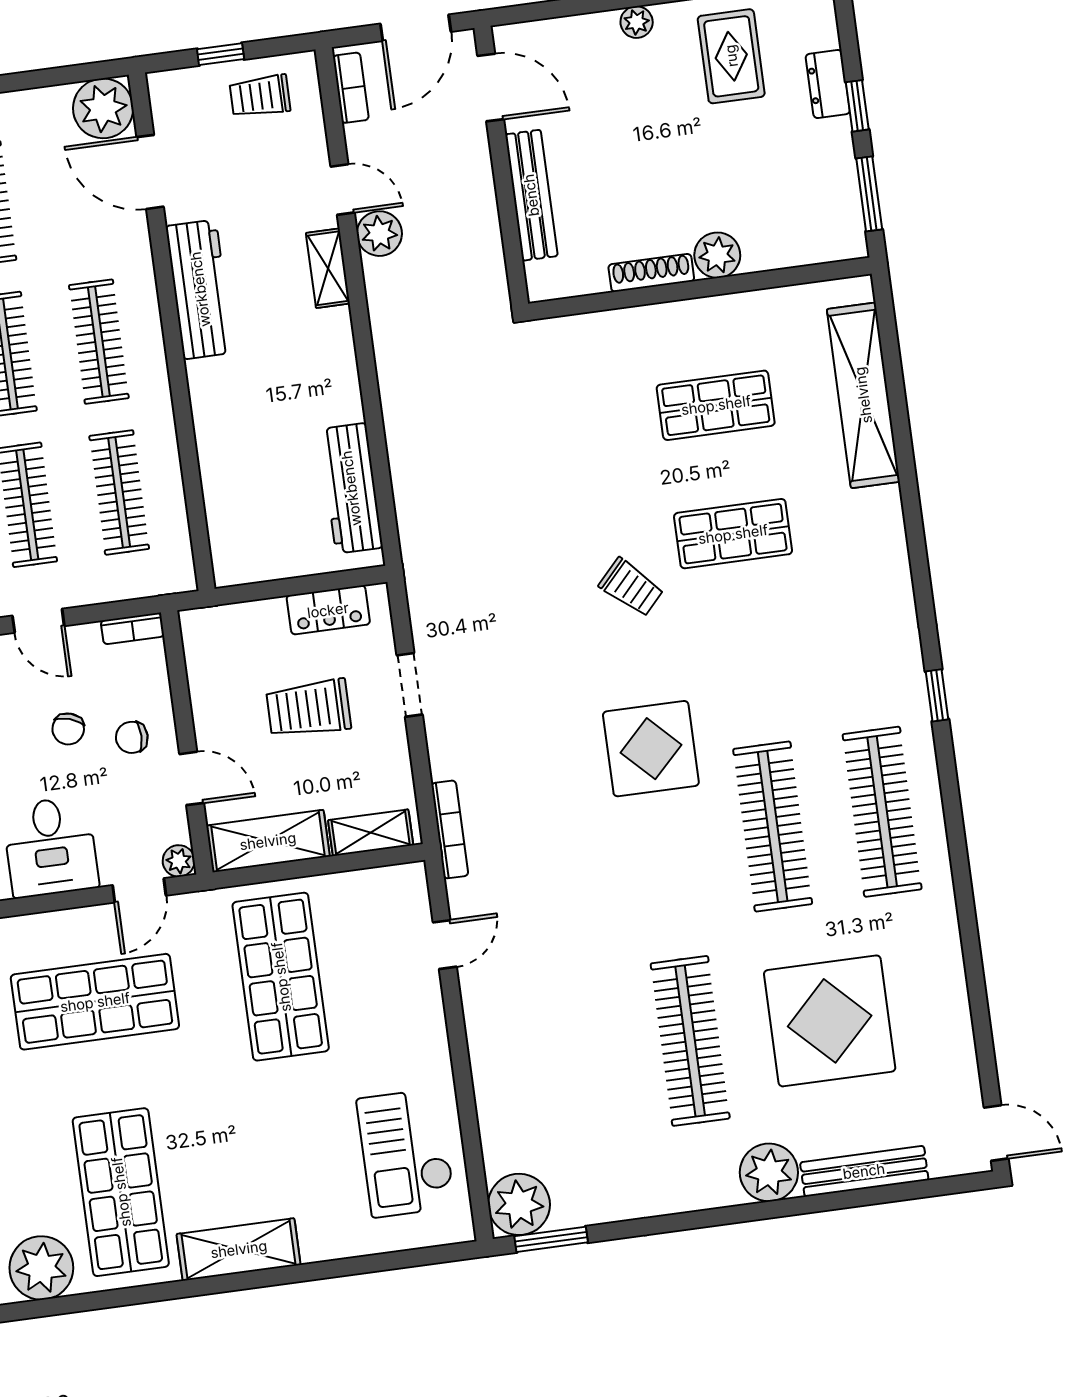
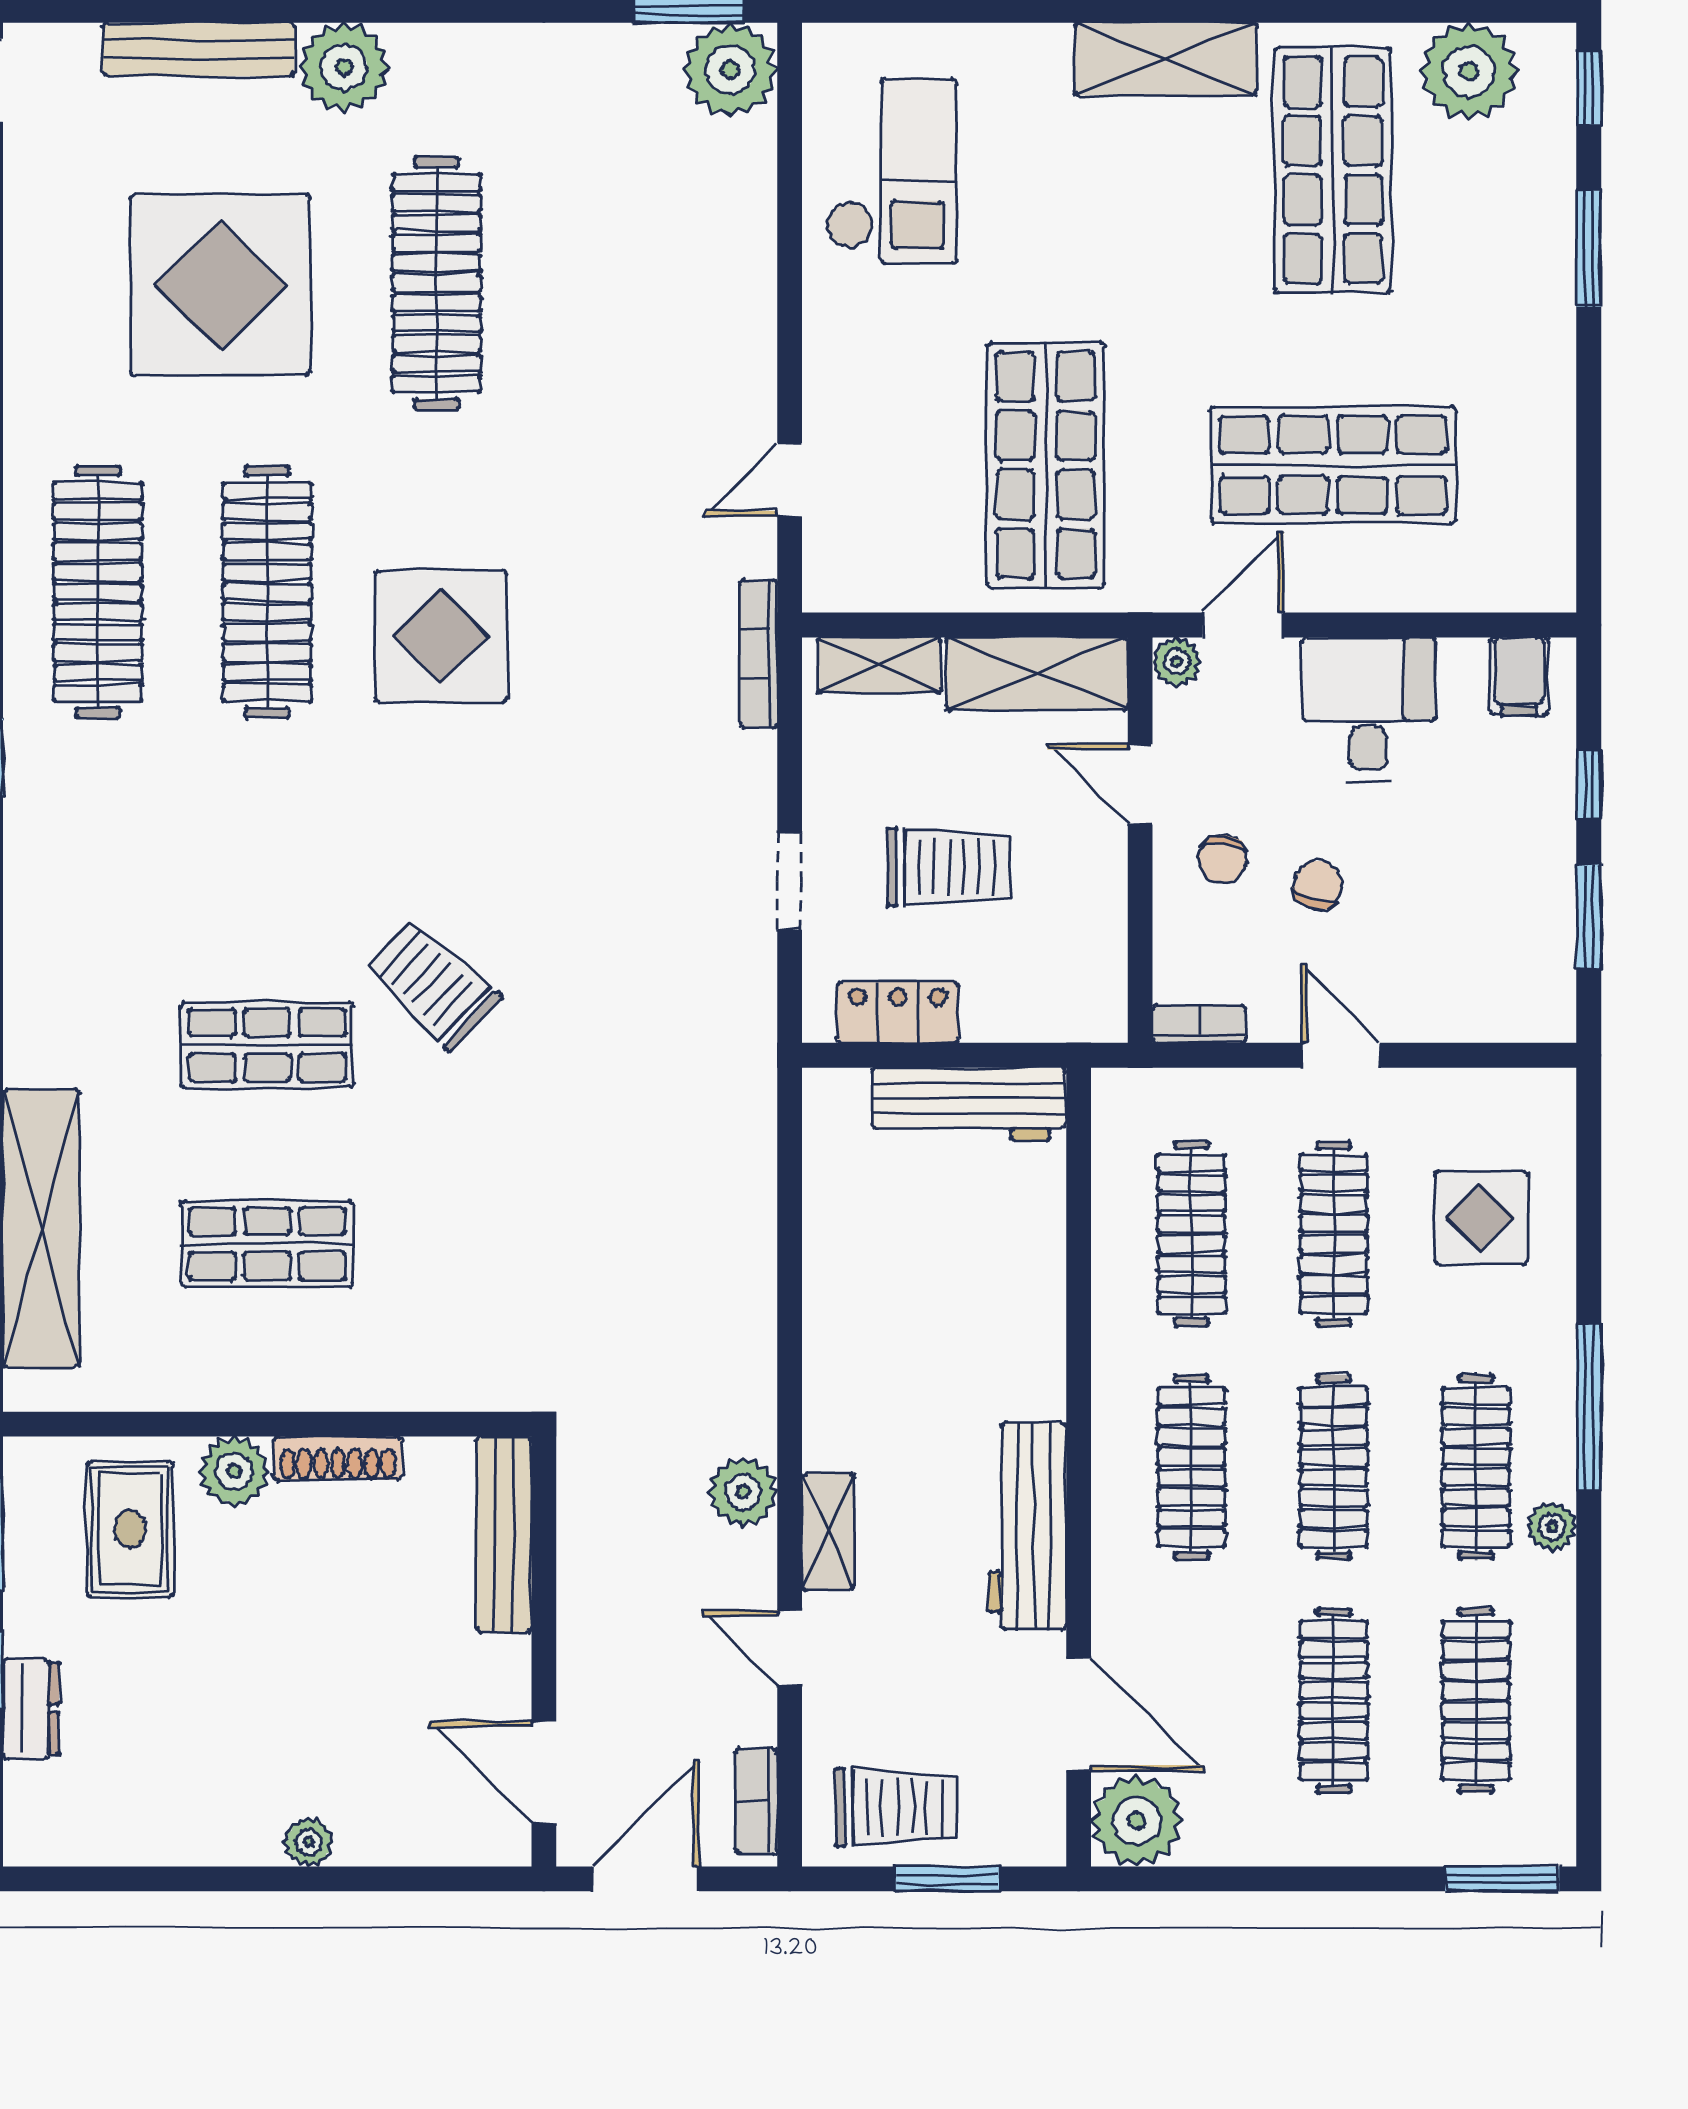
window: (221, 54) -> (947, 1879), width x1.50
rug: (731, 56) -> (130, 1529), moved
trolley: (260, 96) -> (896, 1807), width x1.36, depth x1.39
bench: (531, 195) -> (504, 1534), moved
plant: (379, 234) -> (743, 1492), moved
workbench: (351, 488) -> (969, 1104), moved, turned 90
trolley: (631, 587) -> (433, 984), width x1.36, depth x1.39
chair: (132, 737) -> (1223, 859), turned 96
display table: (651, 749) -> (441, 636), moved

